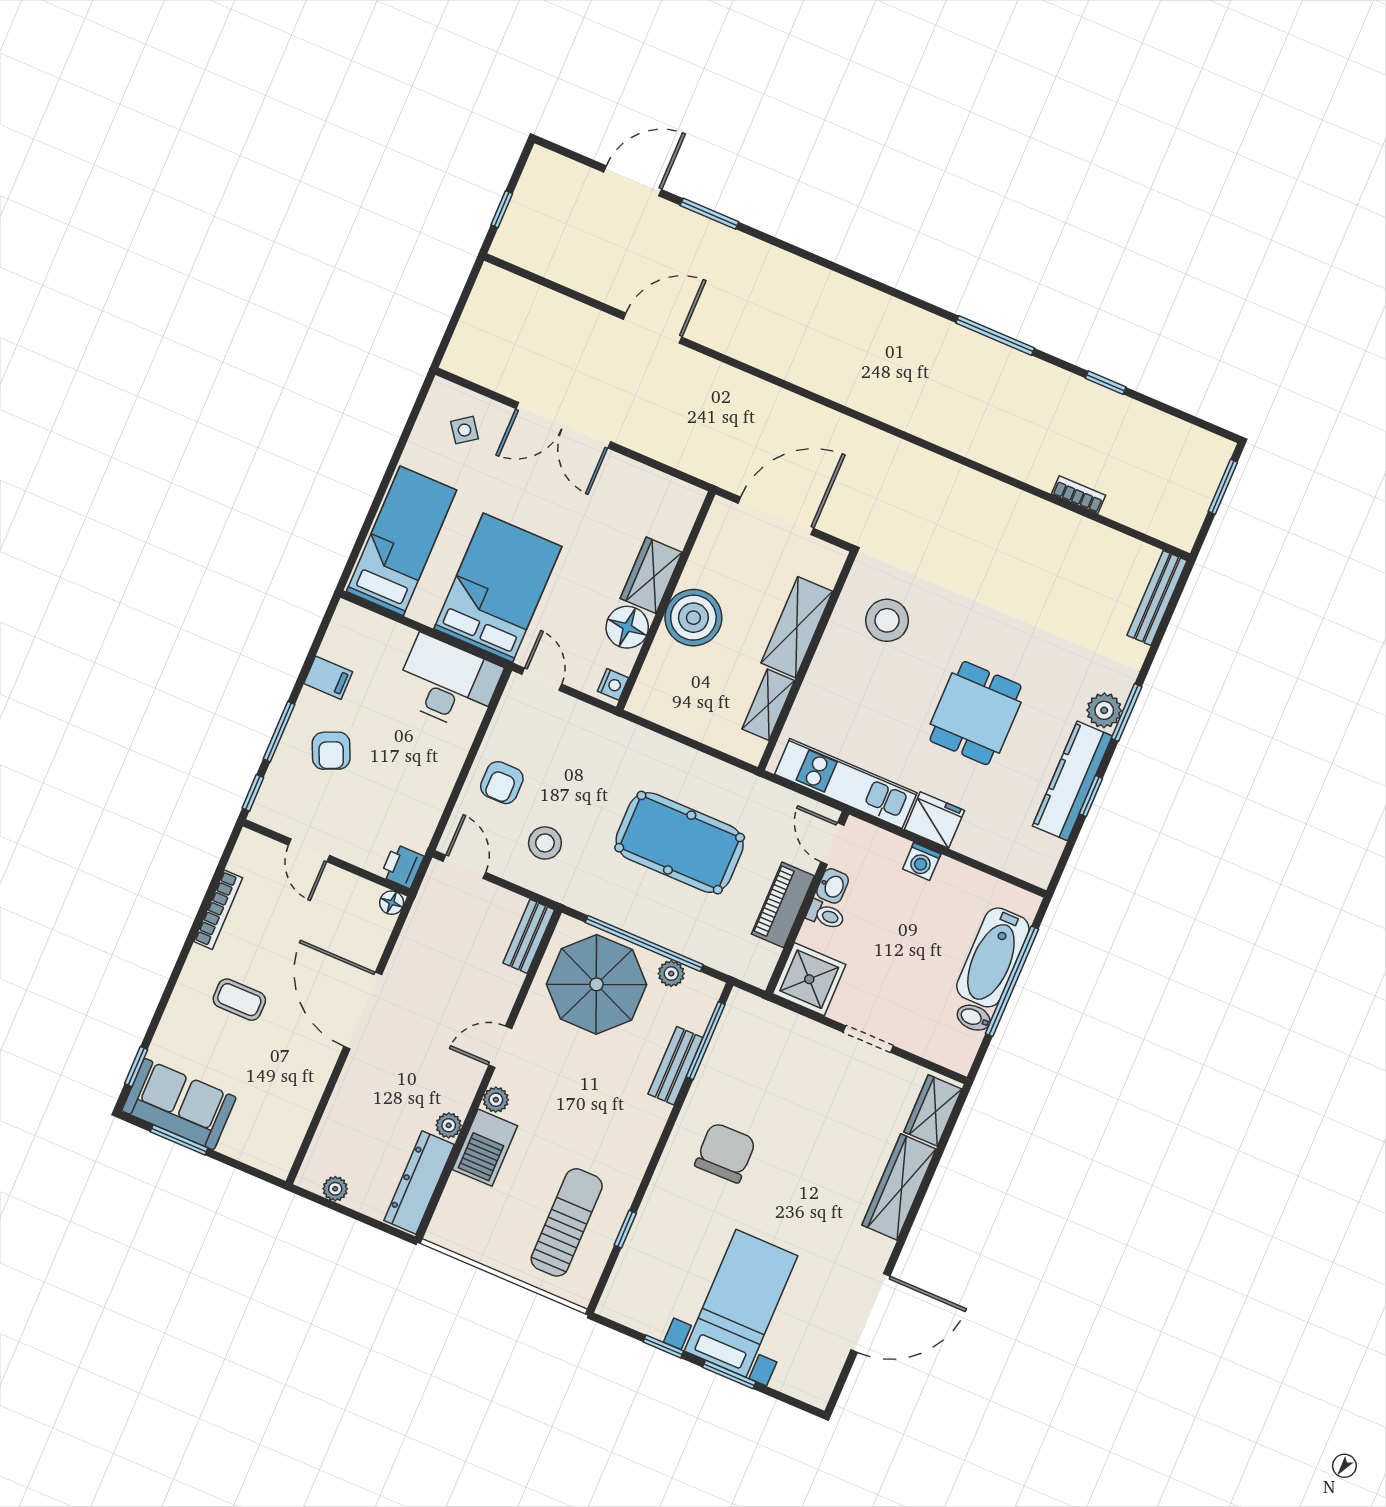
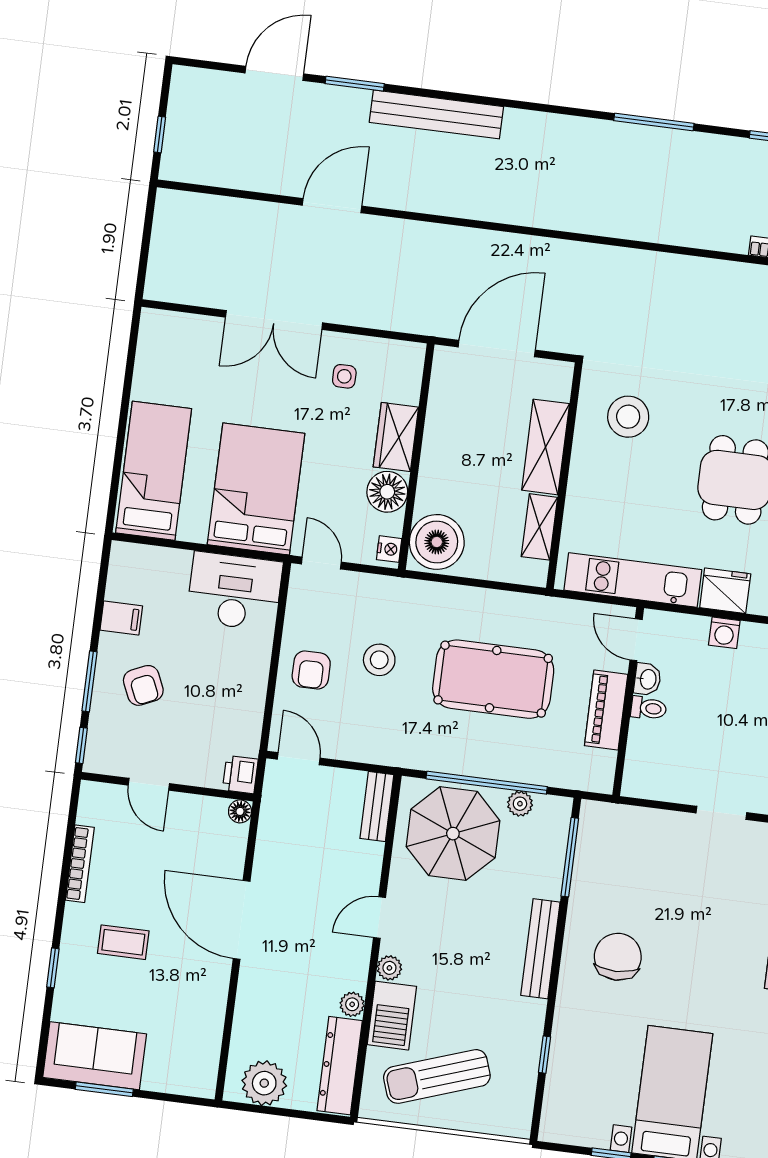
bench: (782, 267) -> (436, 114), added
side table: (464, 430) -> (344, 376), moved, turned 36
boiler: (693, 618) -> (437, 542), moved
stool: (545, 843) -> (379, 660), moved
shower: (809, 979) -> (650, 772), removed
bench: (675, 1066) -> (540, 949), moved, width x1.36
window: (136, 1067) -> (53, 968), moved
plant: (335, 1189) -> (264, 1083), width x1.88, depth x1.88
sun lounger: (567, 1222) -> (437, 1076), moved, turned -109

